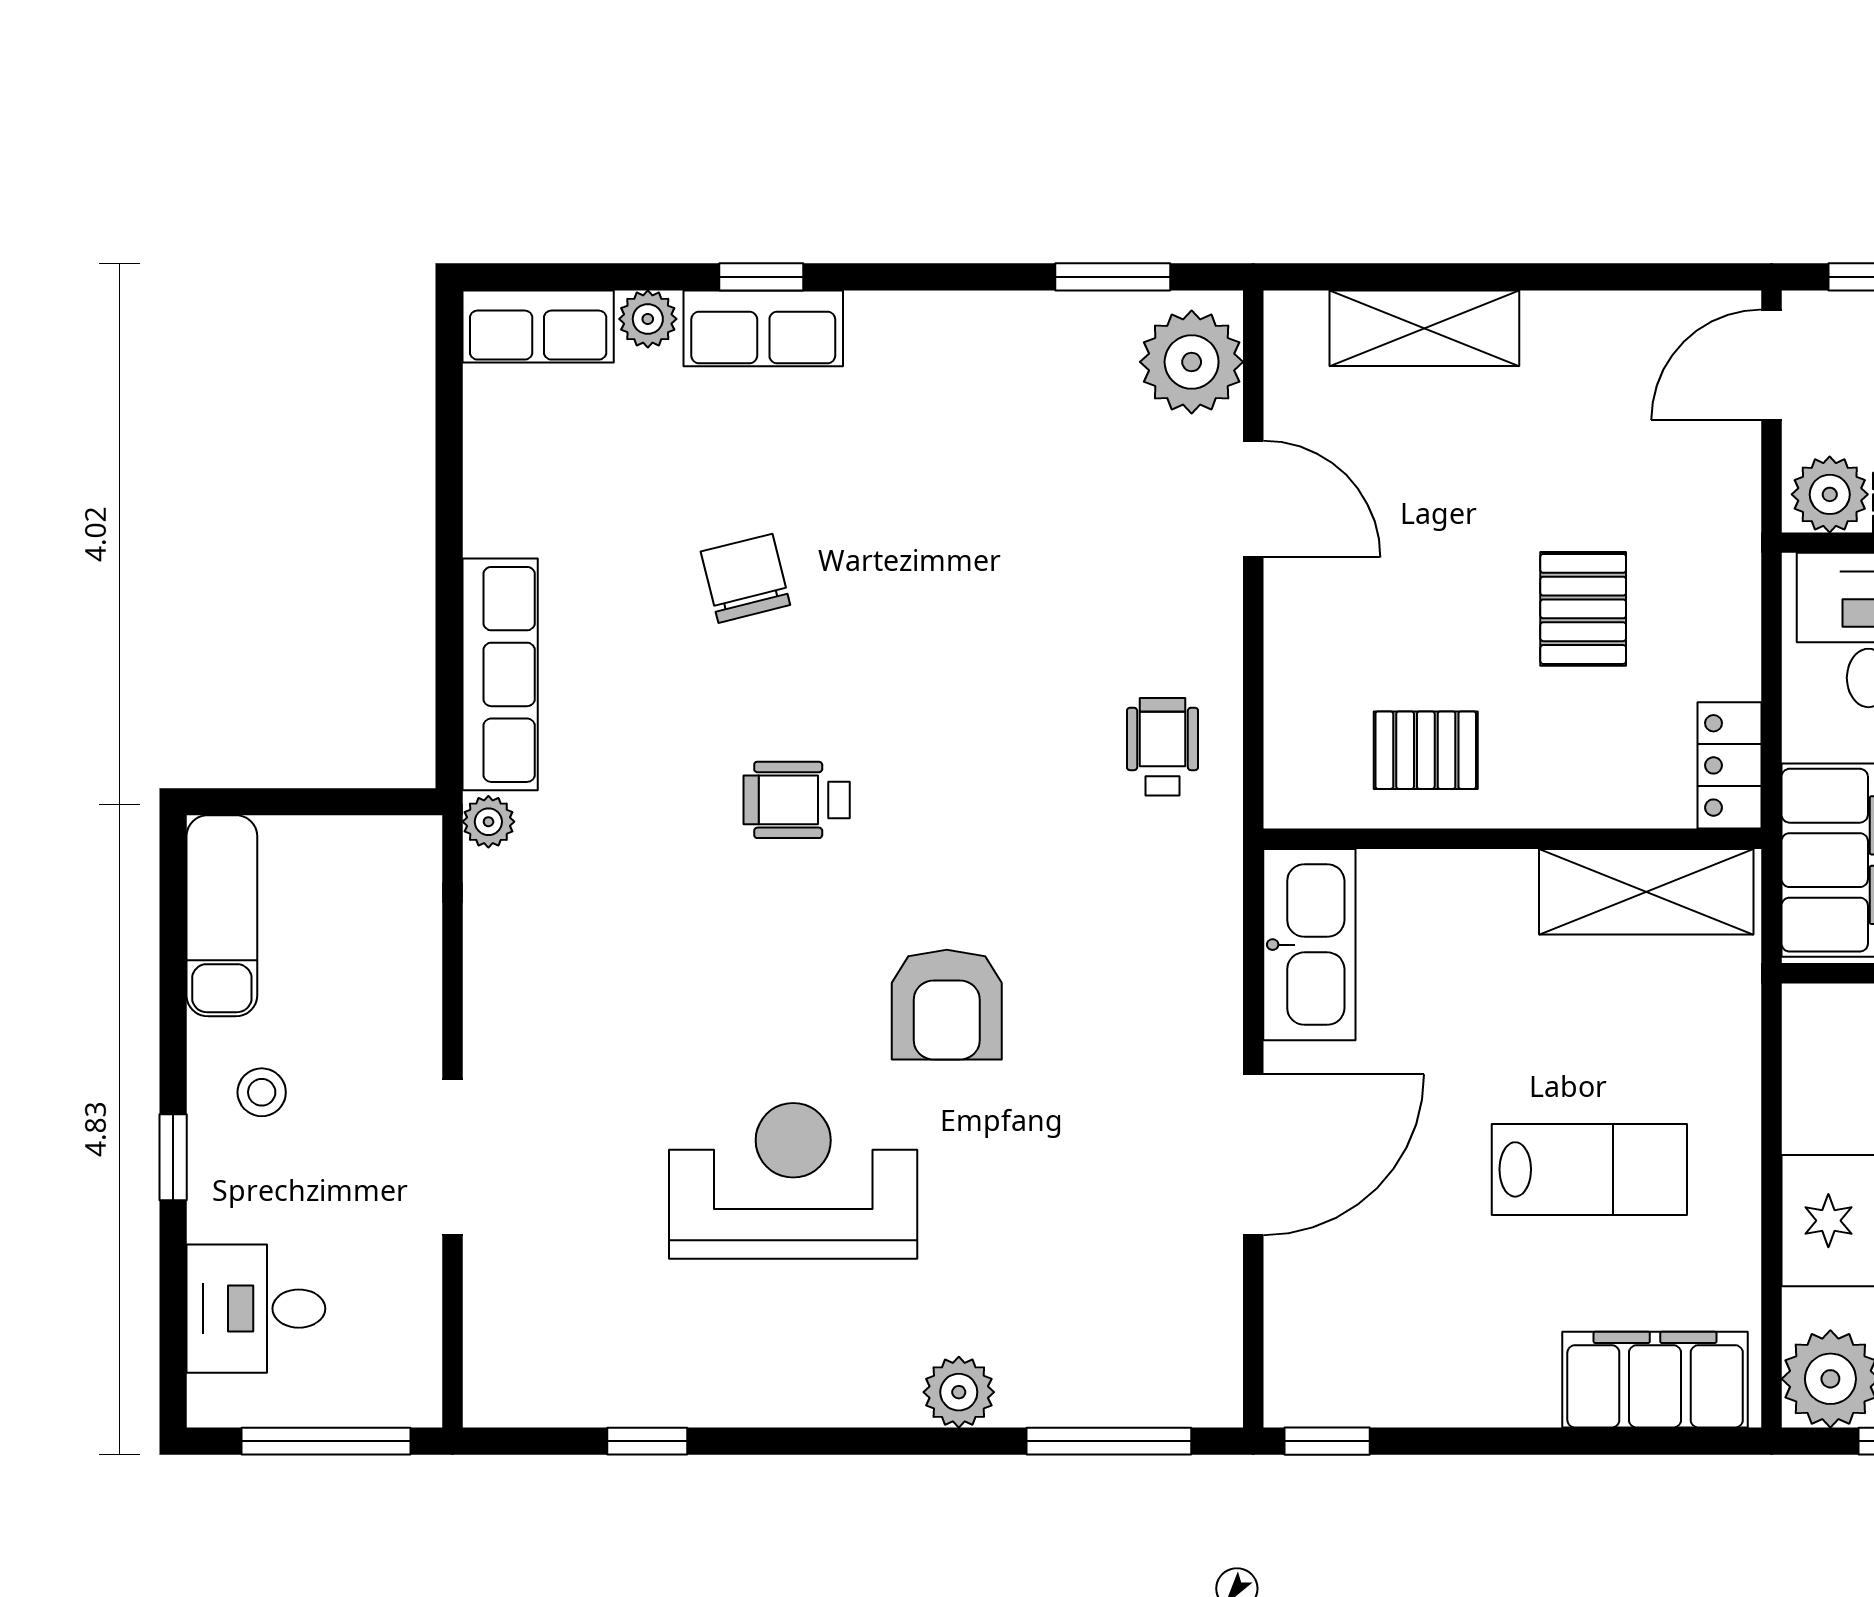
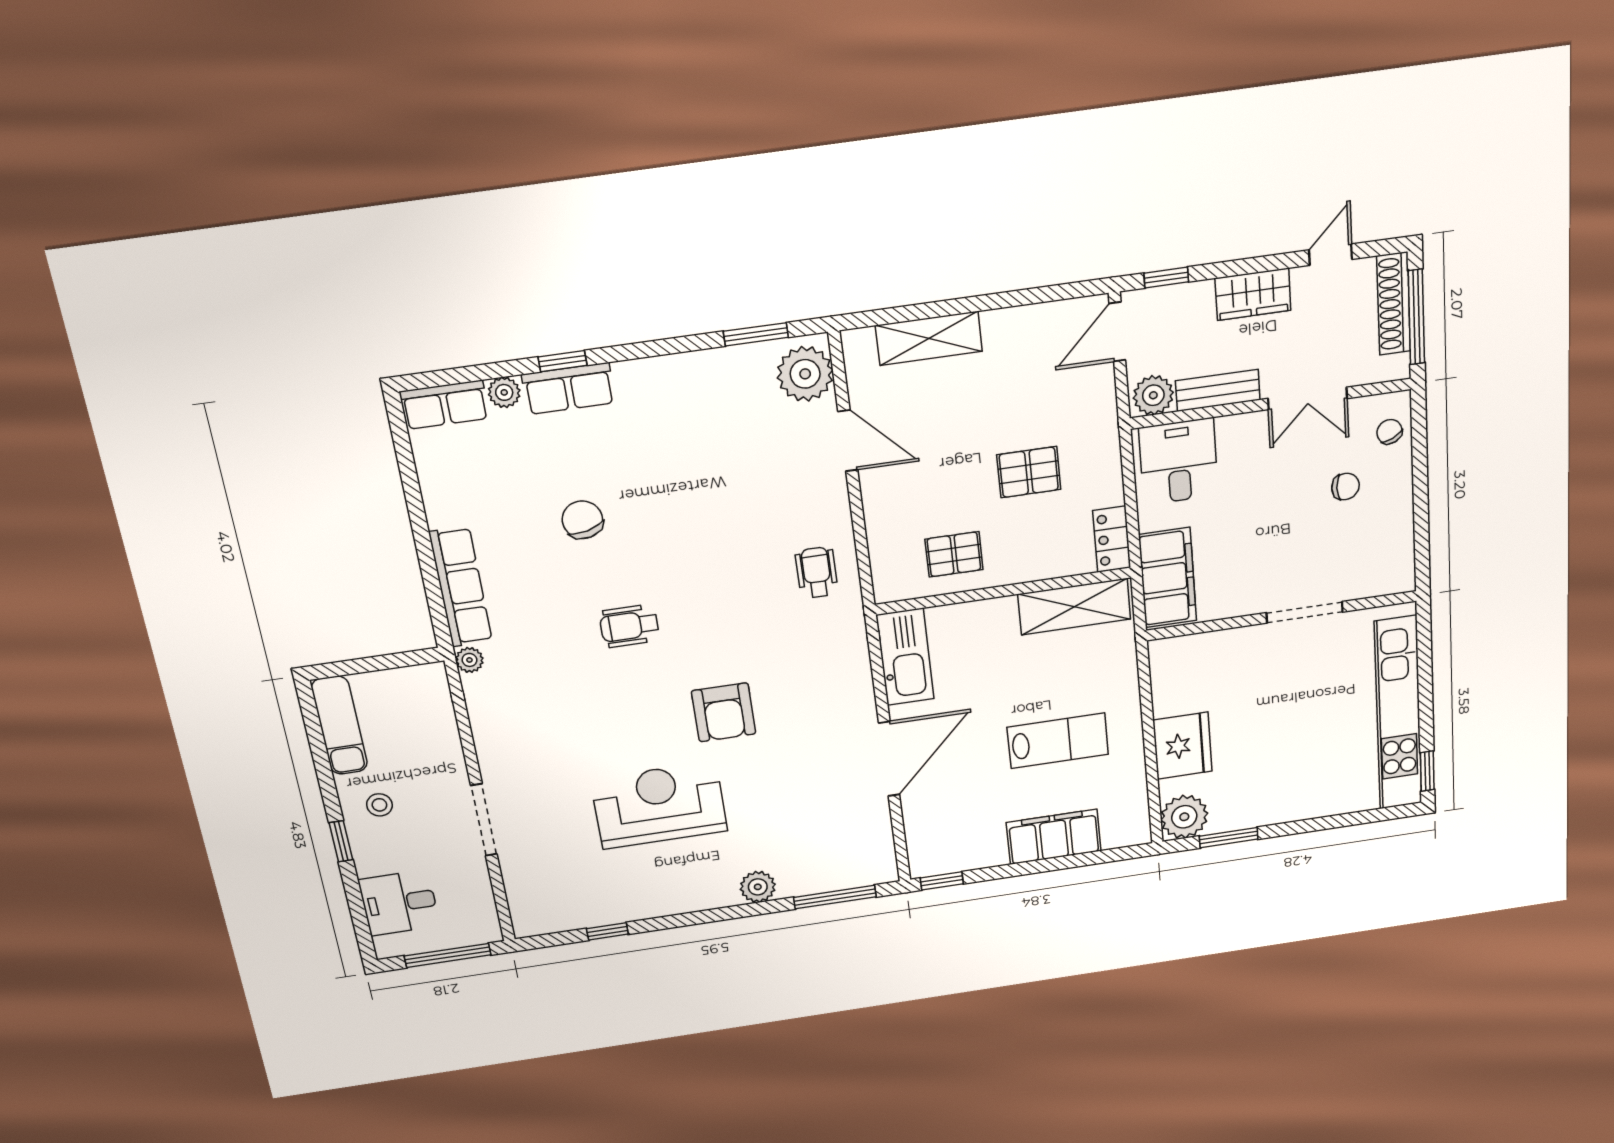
pallet: (1583, 609) -> (1029, 472), turned 90
filing cabinet: (1655, 1380) -> (1054, 837), moved

